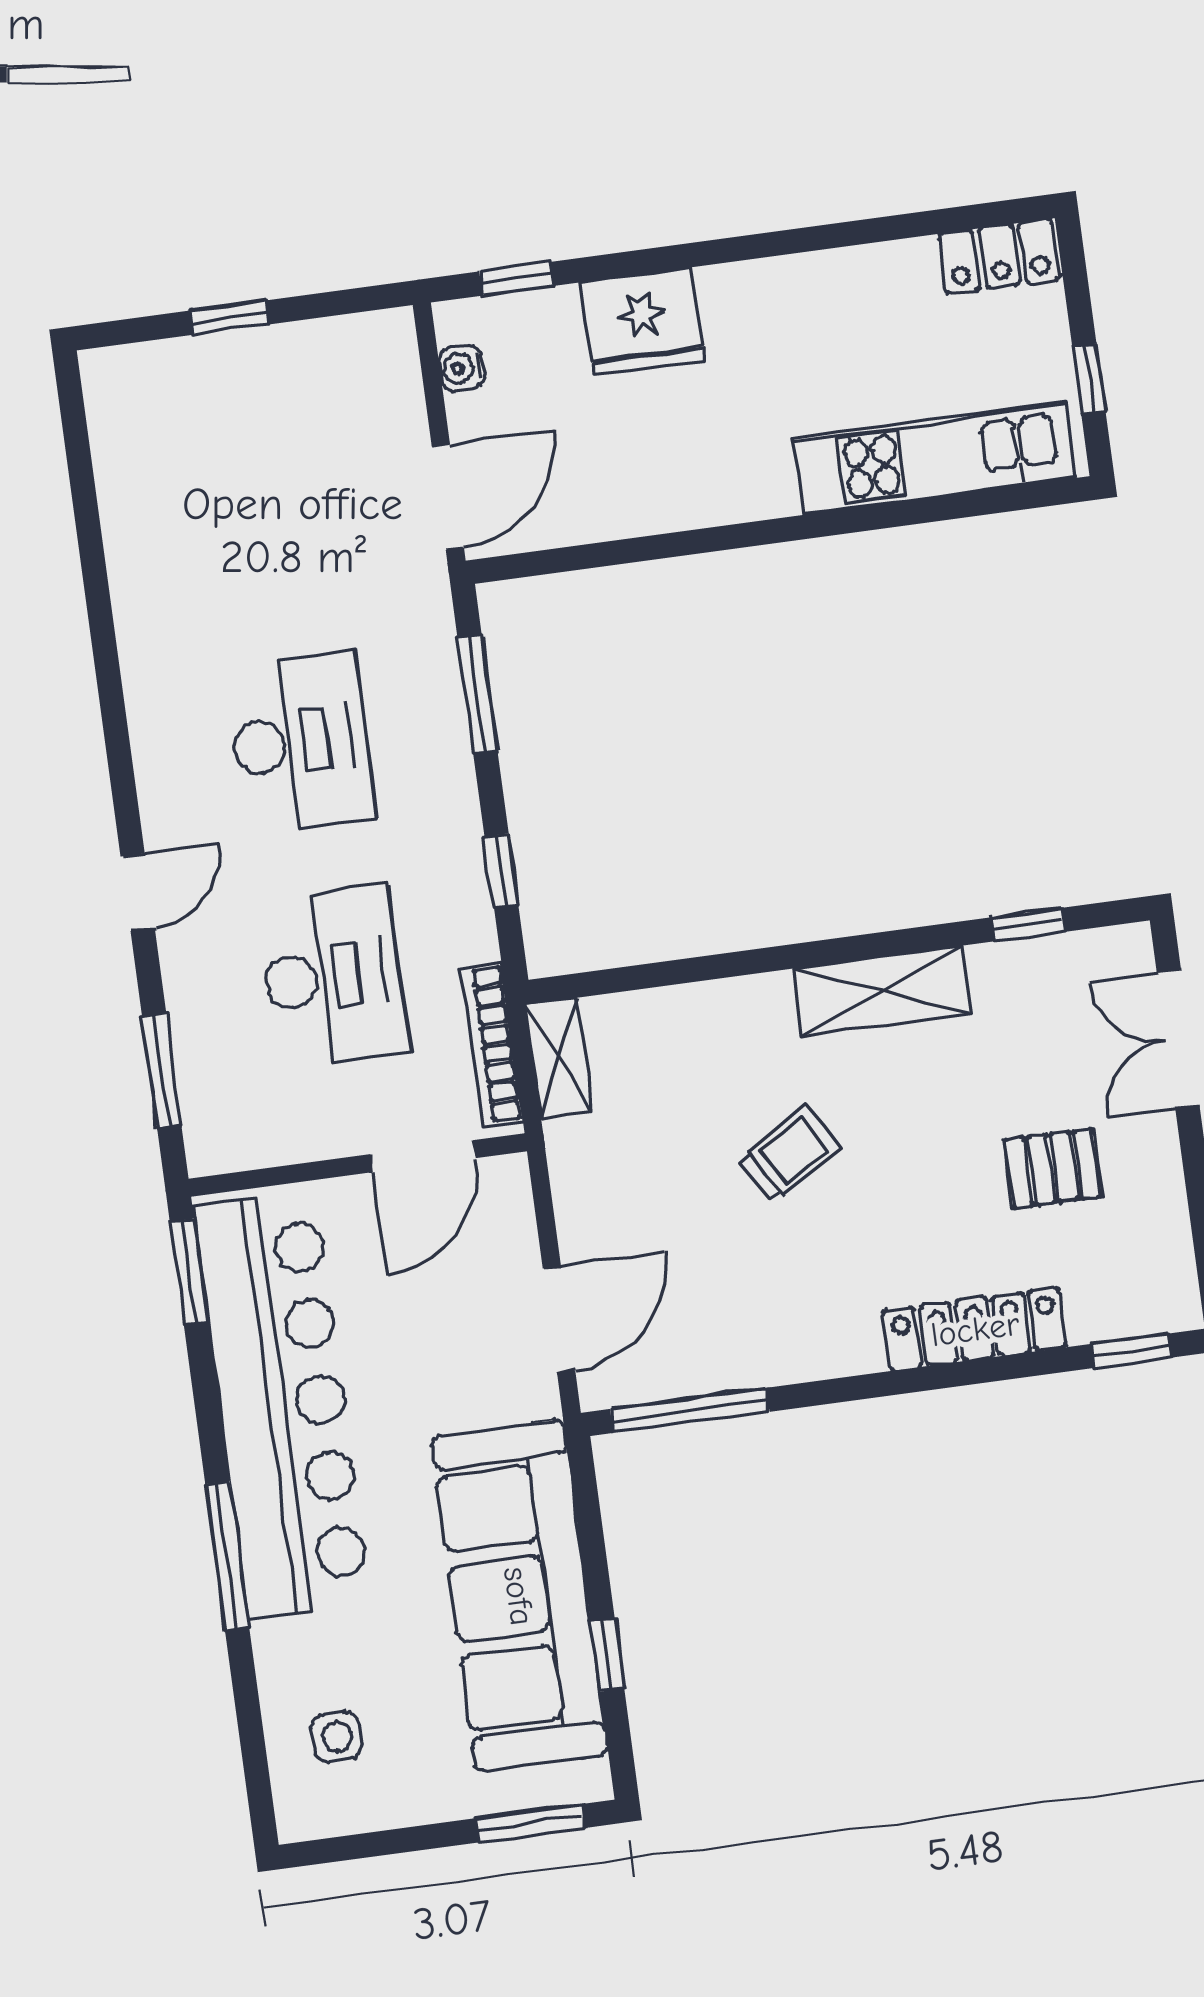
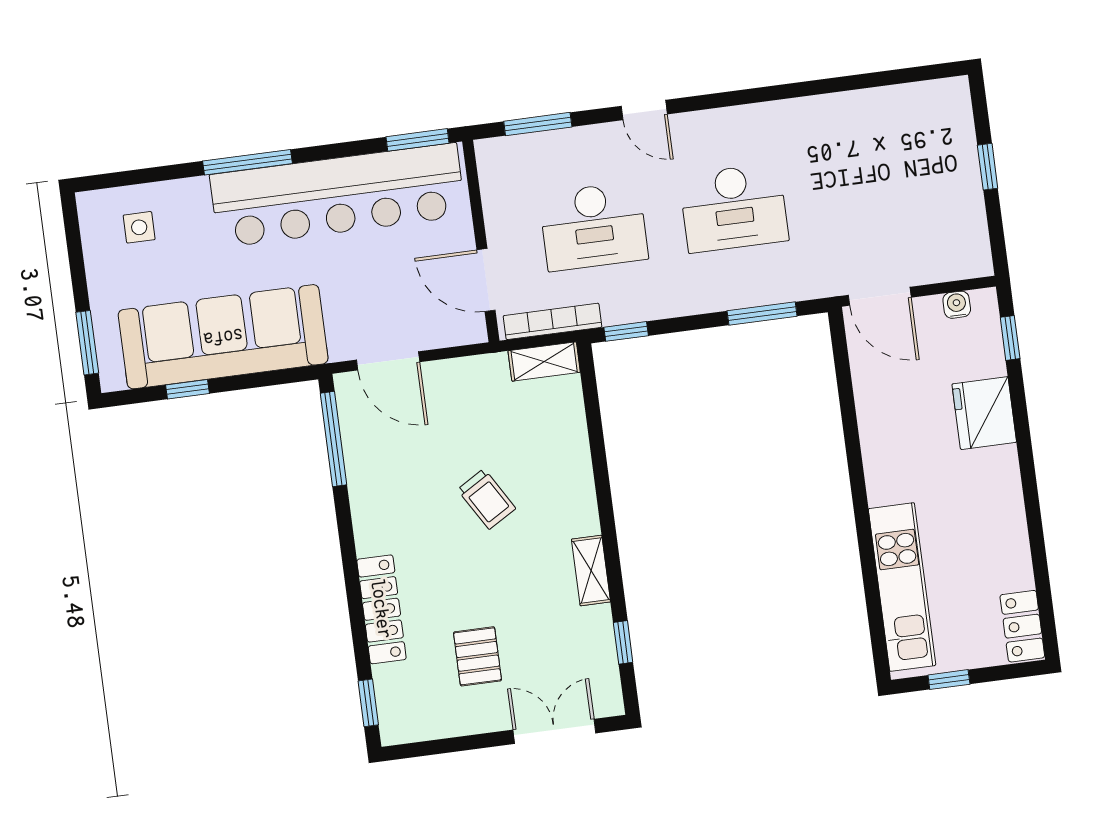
window: (501, 871) -> (626, 331), moved
shelving: (882, 991) -> (591, 571), width x0.67, depth x0.75

